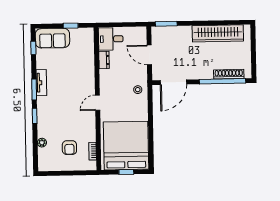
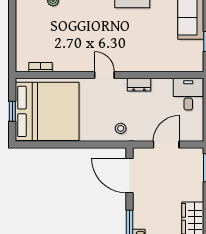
dresser: (104, 60) -> (139, 85), moved
armchair: (69, 148) -> (46, 37), removed

